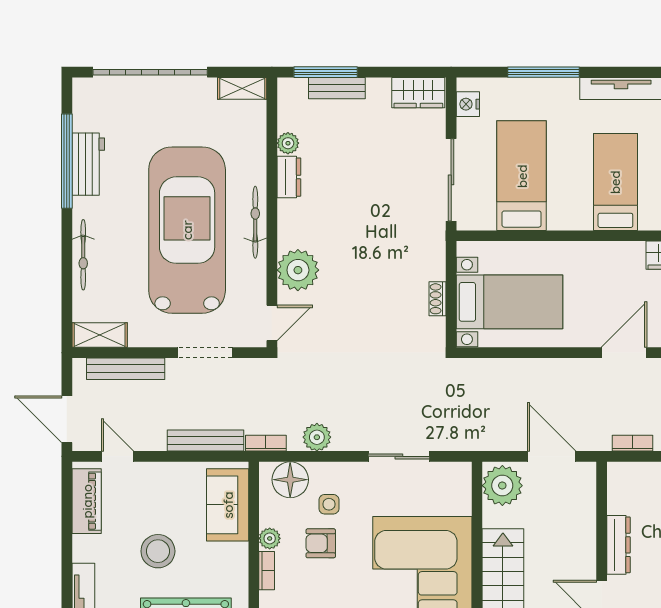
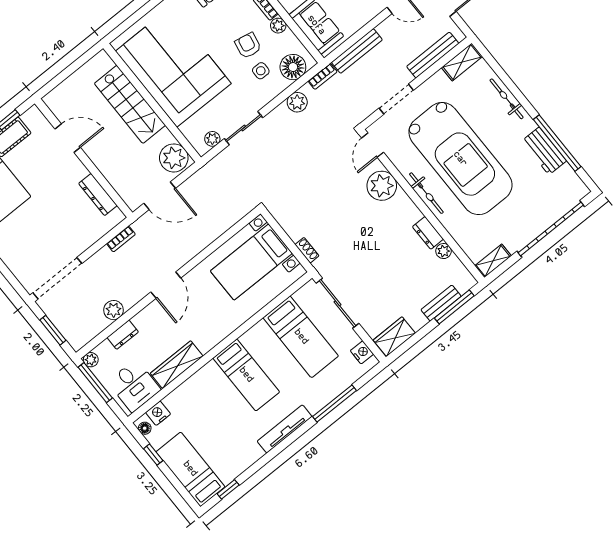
shoe rack: (438, 299) -> (307, 250), moved
plant: (443, 472) -> (212, 139), added
armchair: (321, 543) -> (248, 46), turned -79
dresser: (618, 545) -> (98, 195), moved

